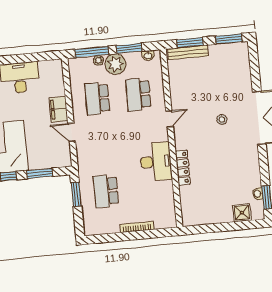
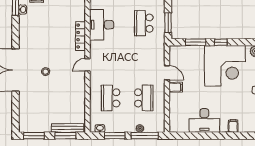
plant: (115, 64) -> (127, 124), removed
school desk: (138, 95) -> (111, 98), turned 180
filing cabinet: (58, 109) -> (176, 87), width x0.50
door: (170, 119) -> (87, 65), moved
desk: (156, 162) -> (102, 25), moved
school desk: (106, 191) -> (144, 23), turned 180

